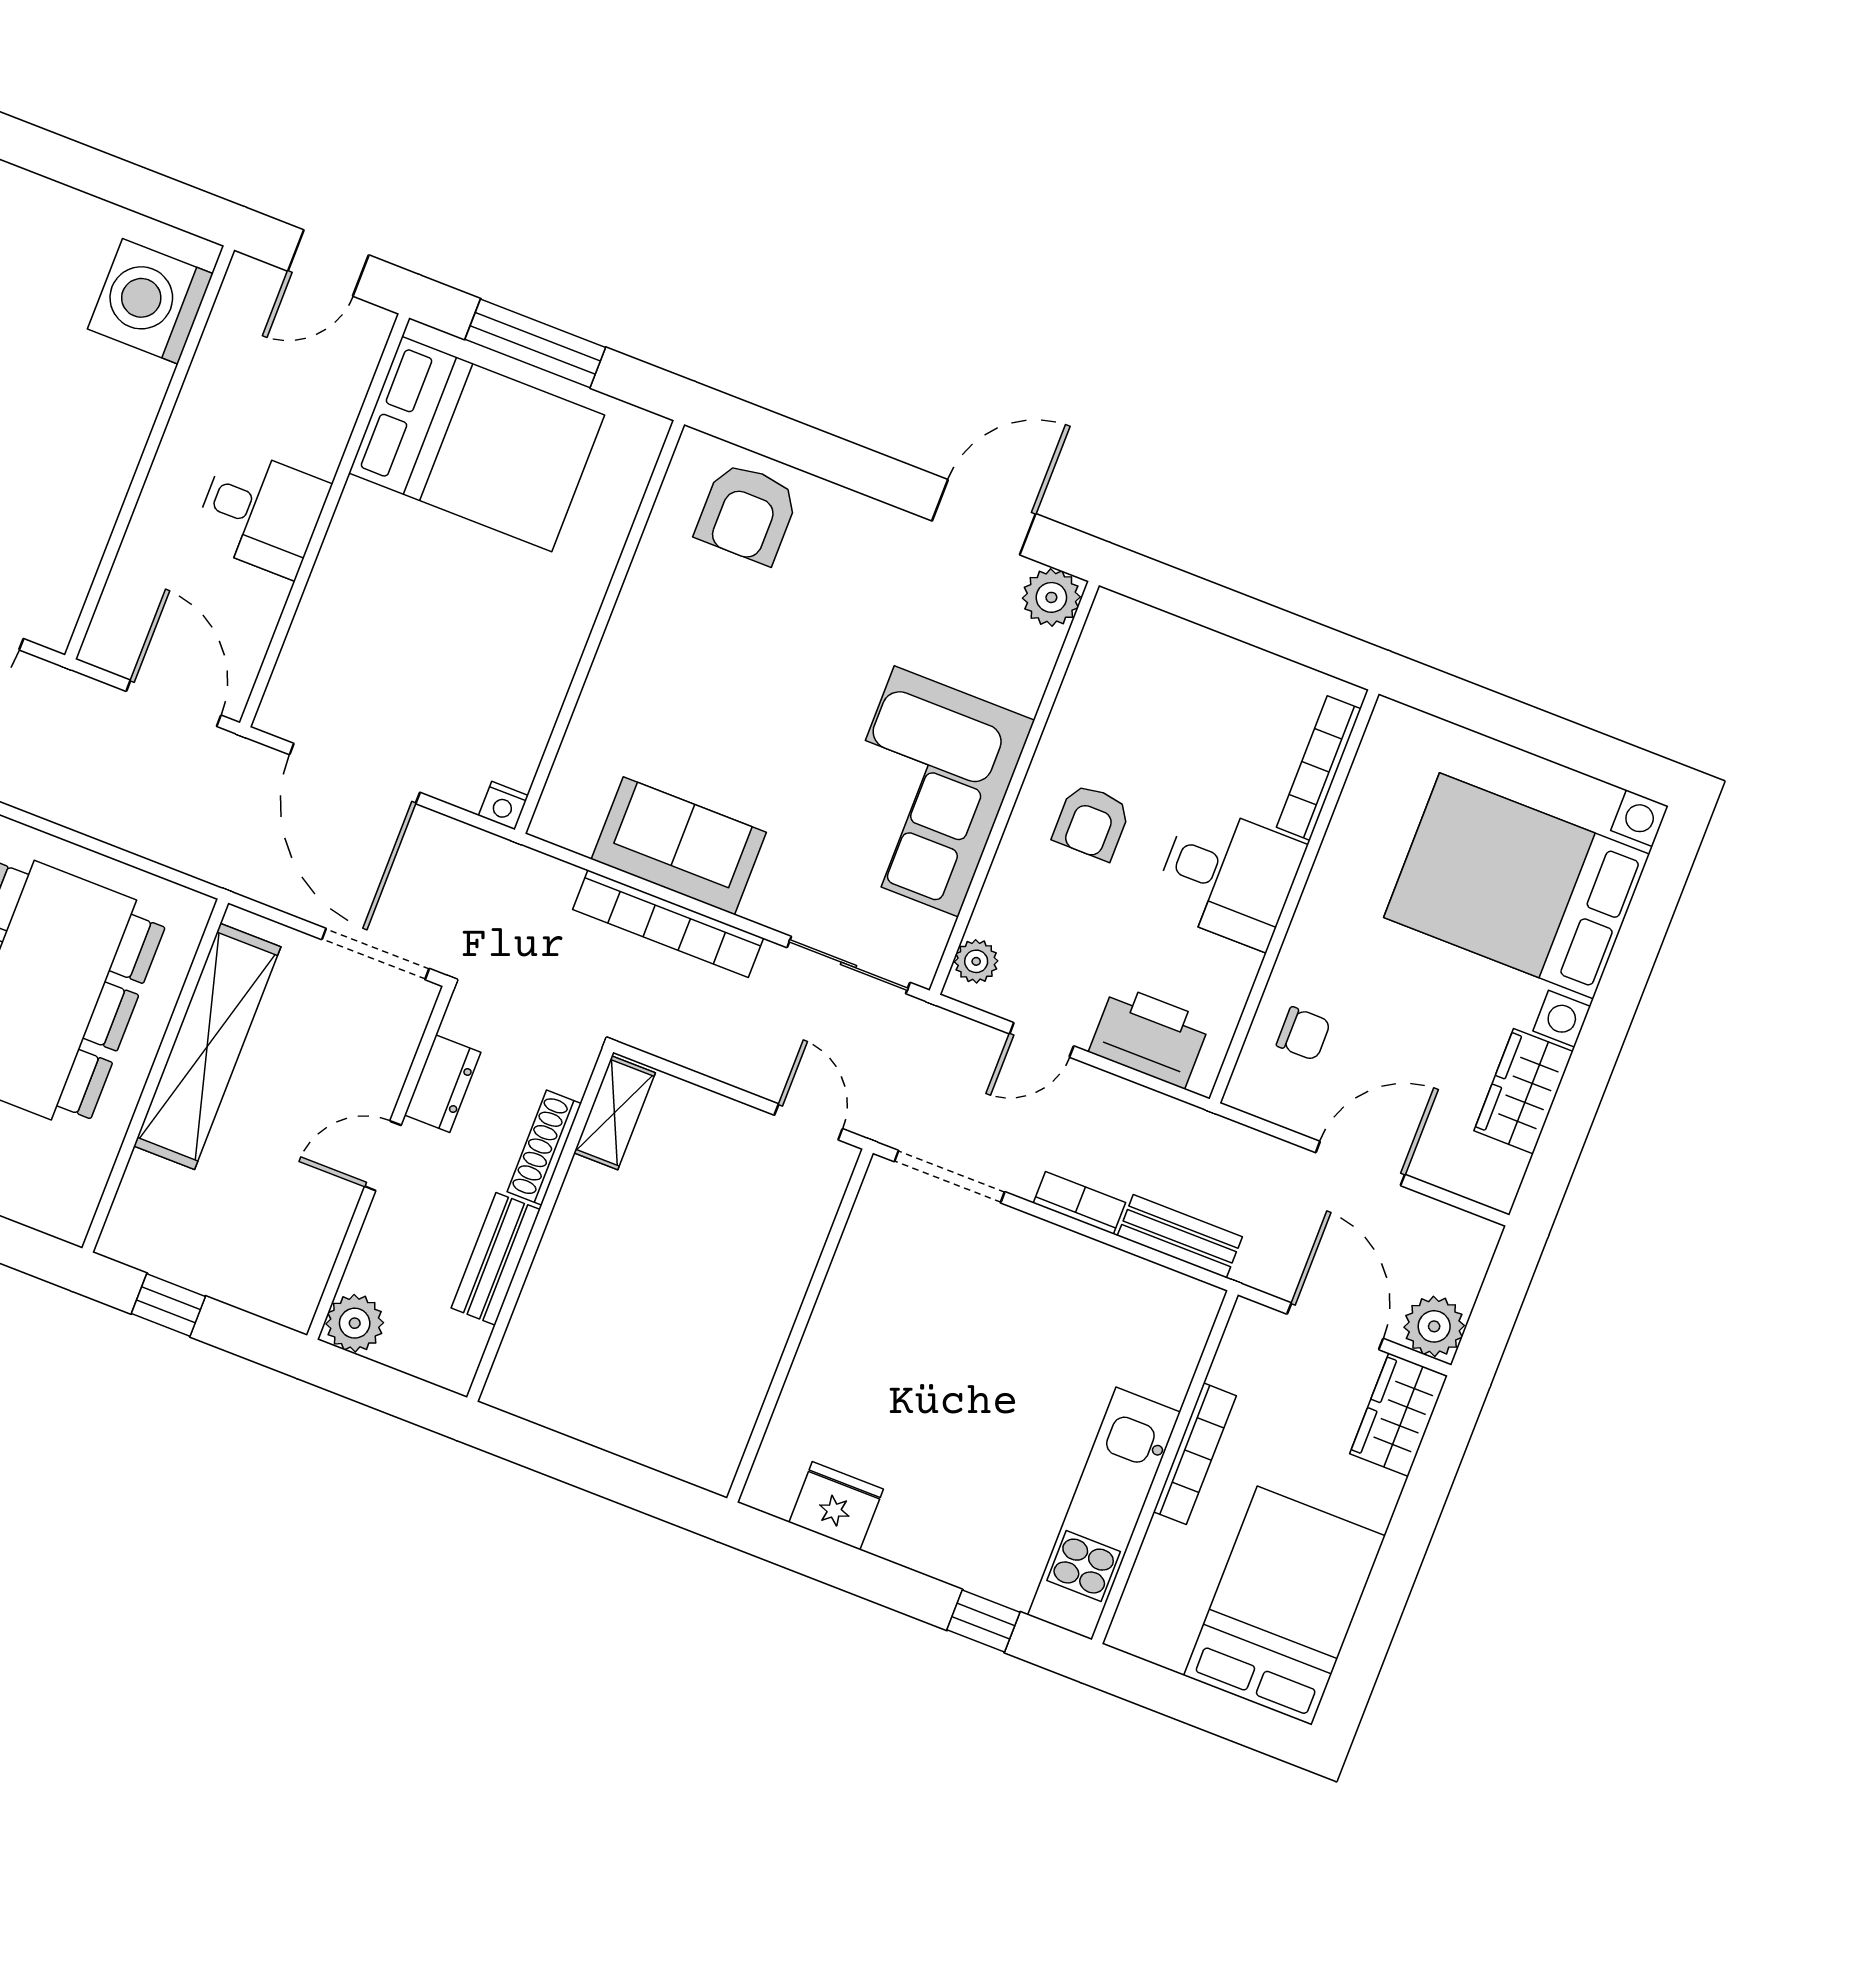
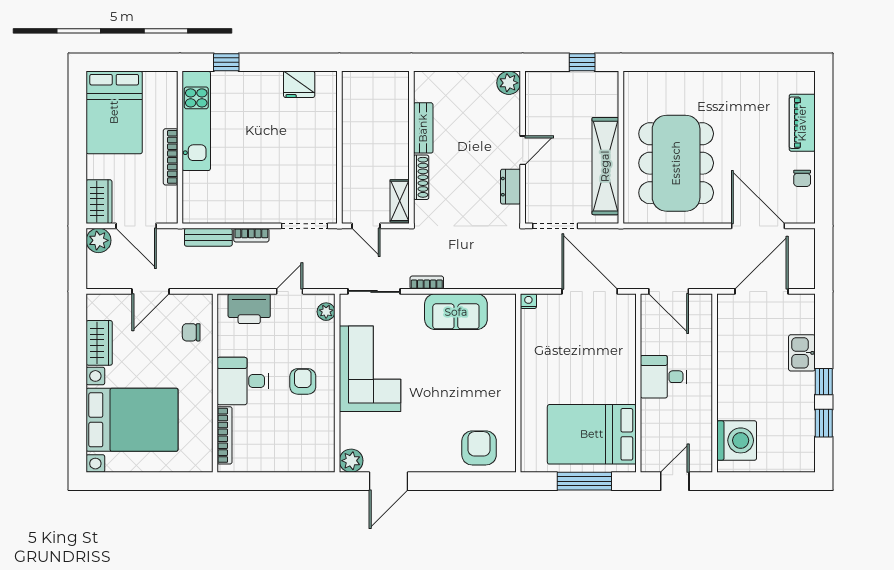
bookcase: (668, 924) -> (427, 283), width x0.43, depth x0.76
shelving: (614, 1113) -> (400, 201), moved
shoe rack: (544, 1148) -> (421, 177), moved
wall: (540, 1225) -> (411, 147), moved
bench: (496, 1259) -> (423, 128), moved

